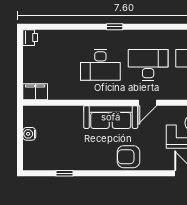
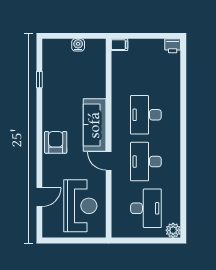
window: (115, 27) -> (183, 129), removed
desk: (148, 65) -> (146, 162), turned 180
filing cabinet: (35, 92) -> (119, 45), width x0.50

